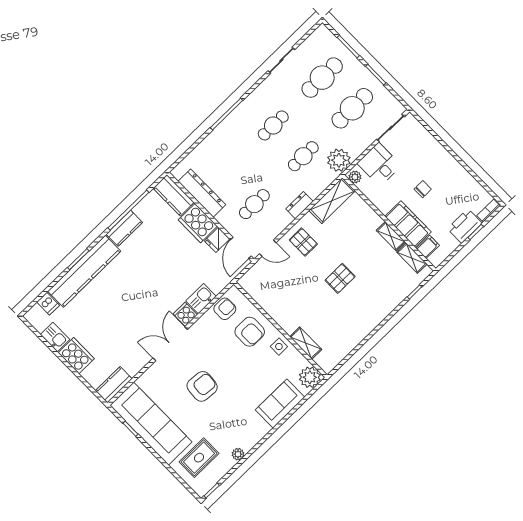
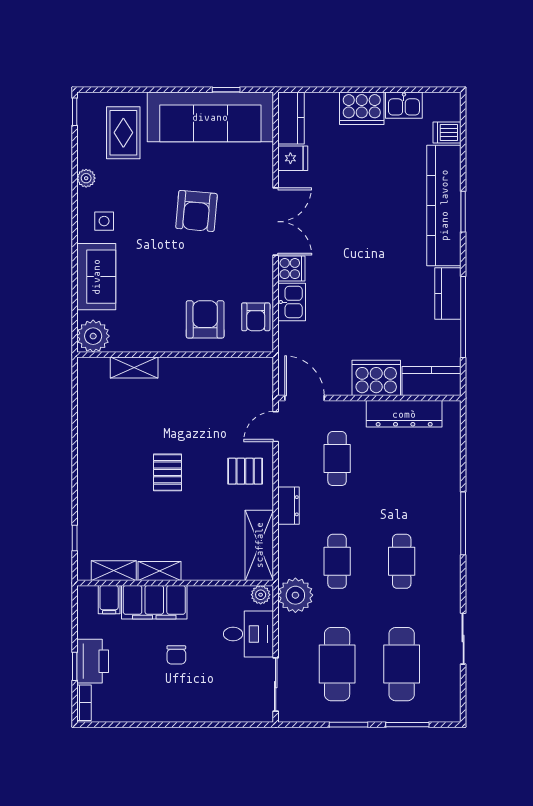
fridge: (217, 240) -> (293, 158), moved, turned 90
armchair: (250, 332) -> (205, 319), turned 90
side table: (279, 347) -> (104, 221), moved

